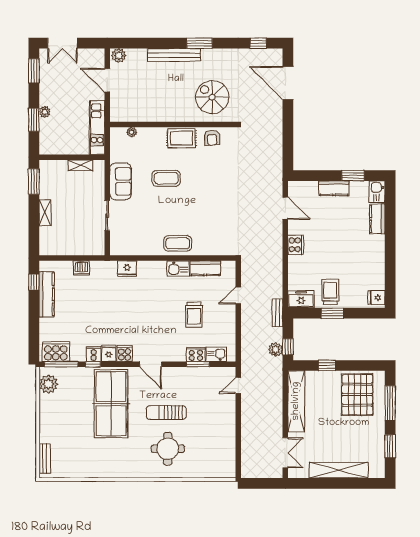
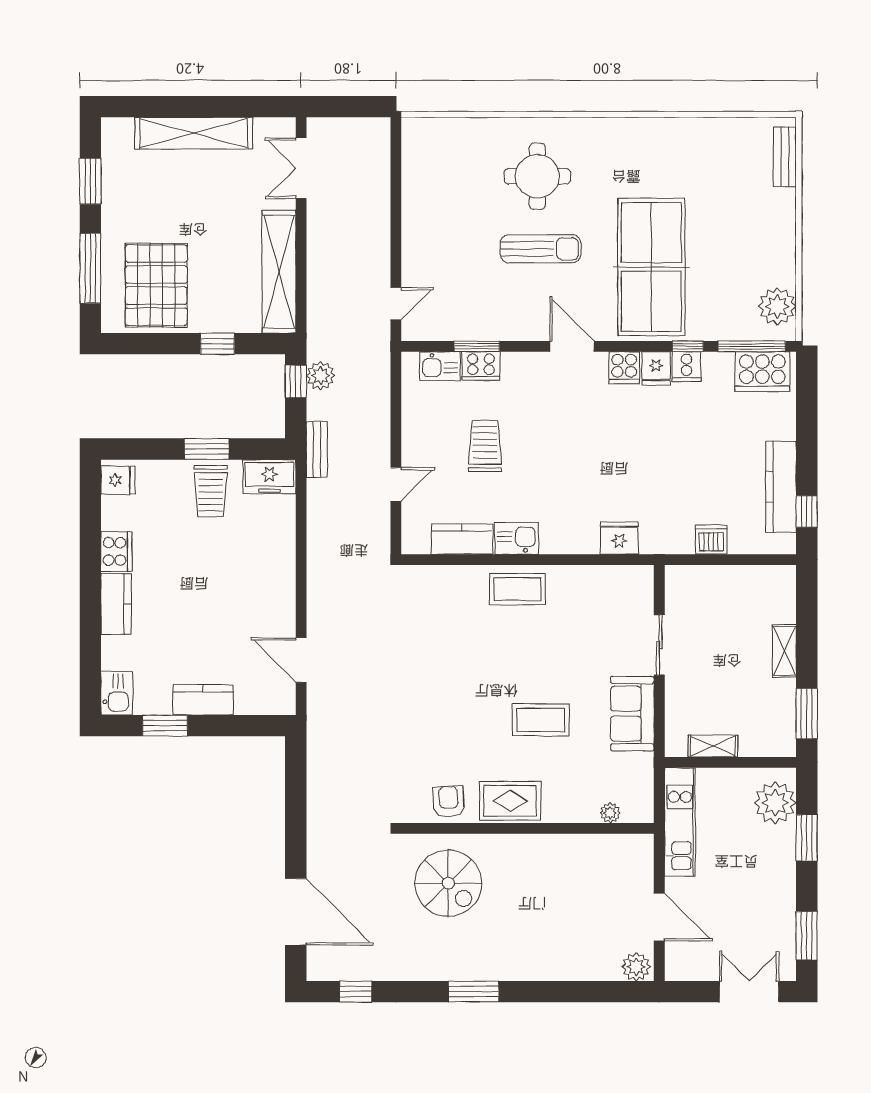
bench: (174, 55) -> (525, 968), removed
plant: (45, 112) -> (775, 803), moved, width x1.87, depth x1.87
kitchen counter: (377, 219) -> (116, 604), moved
cooker: (296, 245) -> (116, 551), moved, turned 180

